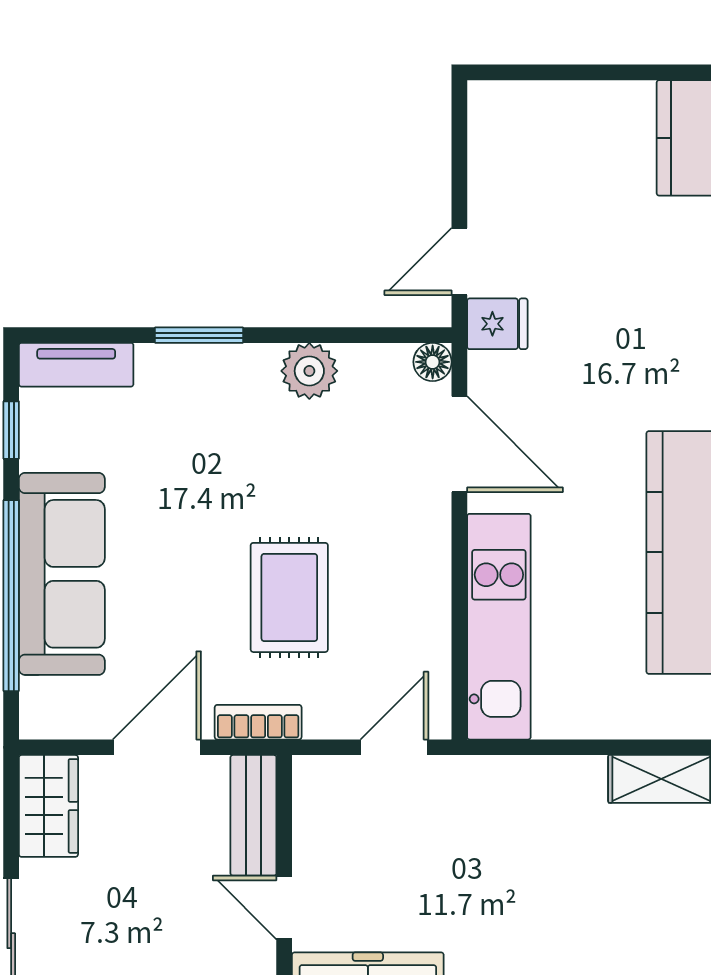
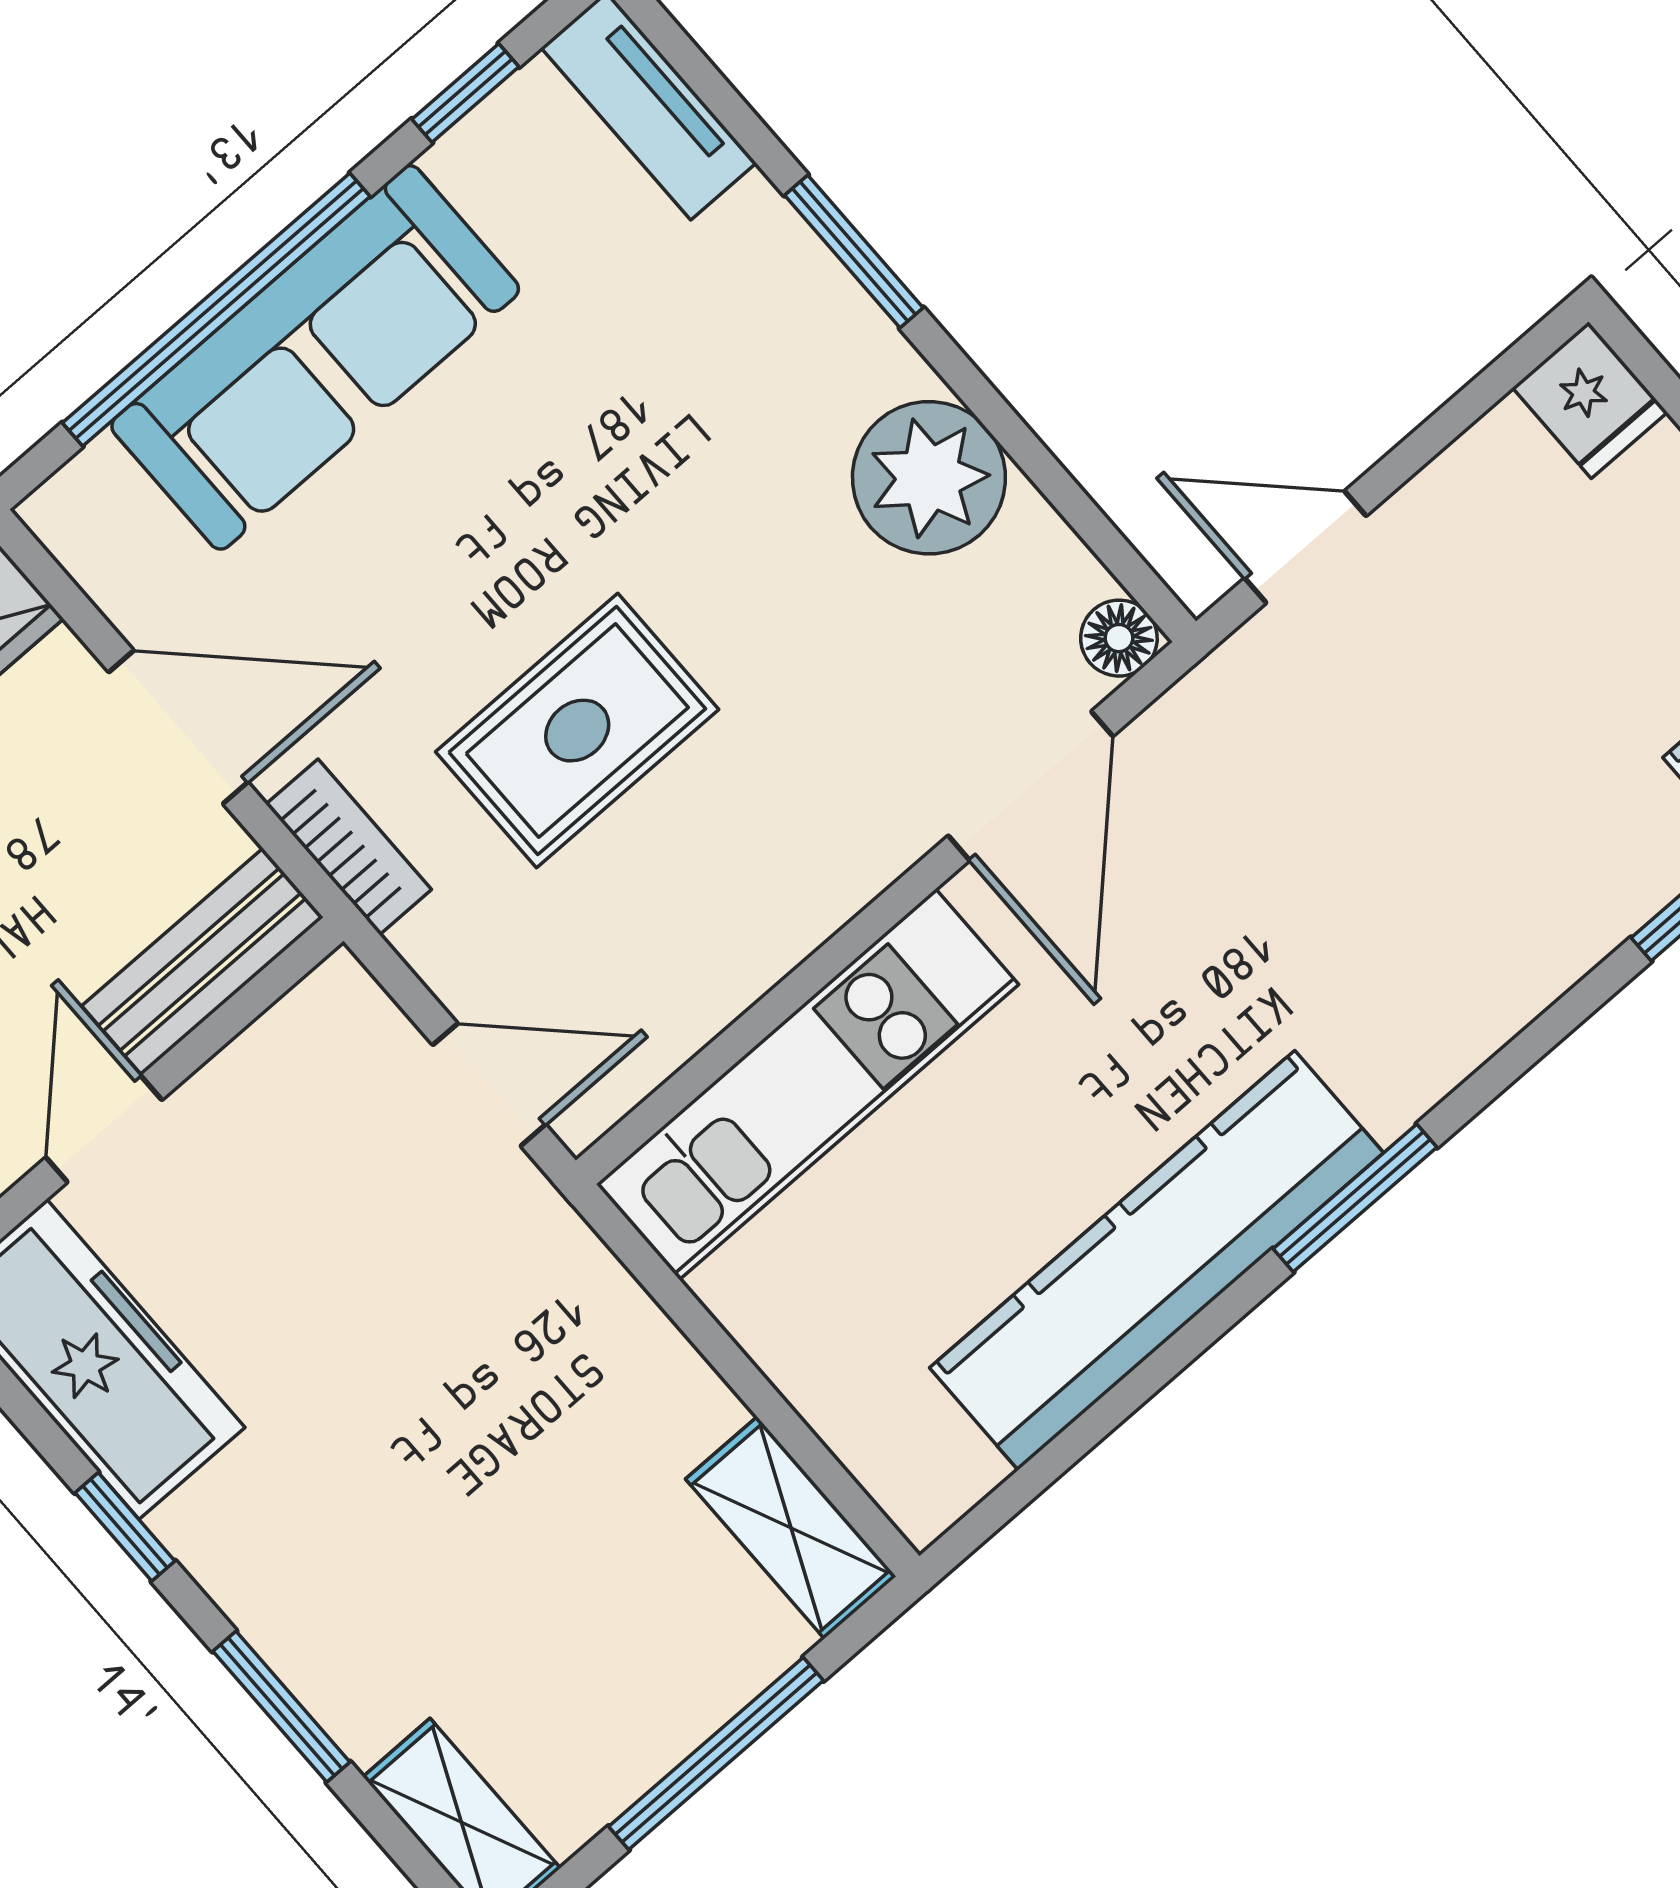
fridge: (497, 324) -> (1590, 400), moved
plant: (309, 371) -> (929, 478), width x1.36, depth x1.36

